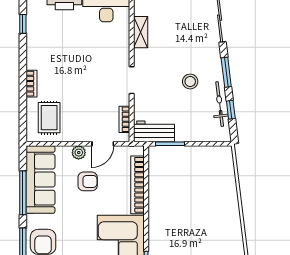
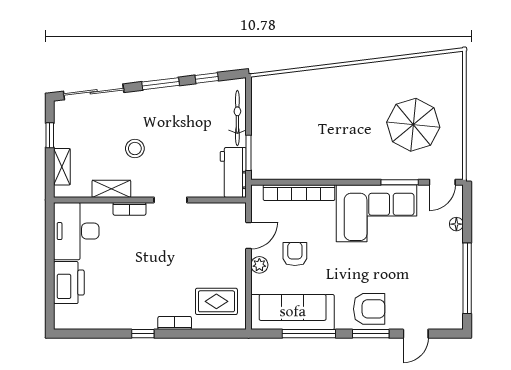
window: (23, 24) -> (143, 334), moved
stool: (190, 81) -> (135, 149), moved
bicycle: (220, 104) -> (237, 118), moved, turned 97
bookcase: (124, 119) -> (129, 209), moved
door: (103, 144) -> (249, 235), hinge flipped

